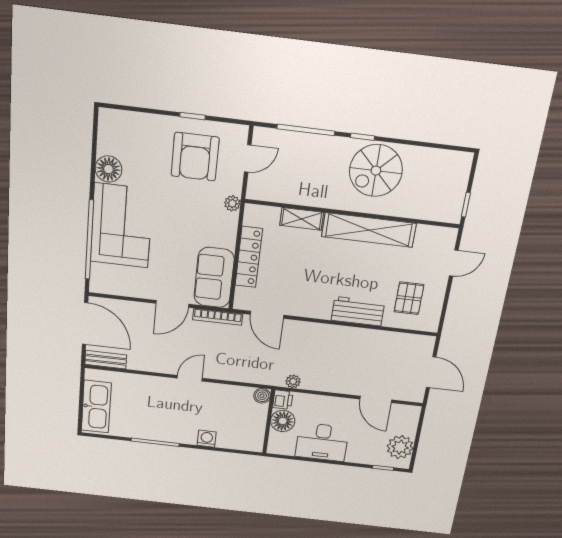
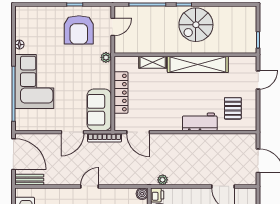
floor lamp: (108, 169) -> (19, 45), width x0.53, depth x0.53

